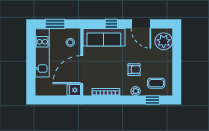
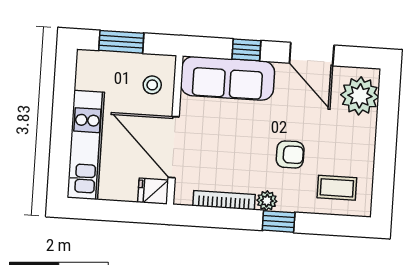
kitchen unit: (42, 53) -> (86, 145), moved
door: (82, 70) -> (174, 147), hinge flipped
plant: (136, 91) -> (267, 201), moved
window: (152, 100) -> (279, 221), moved

